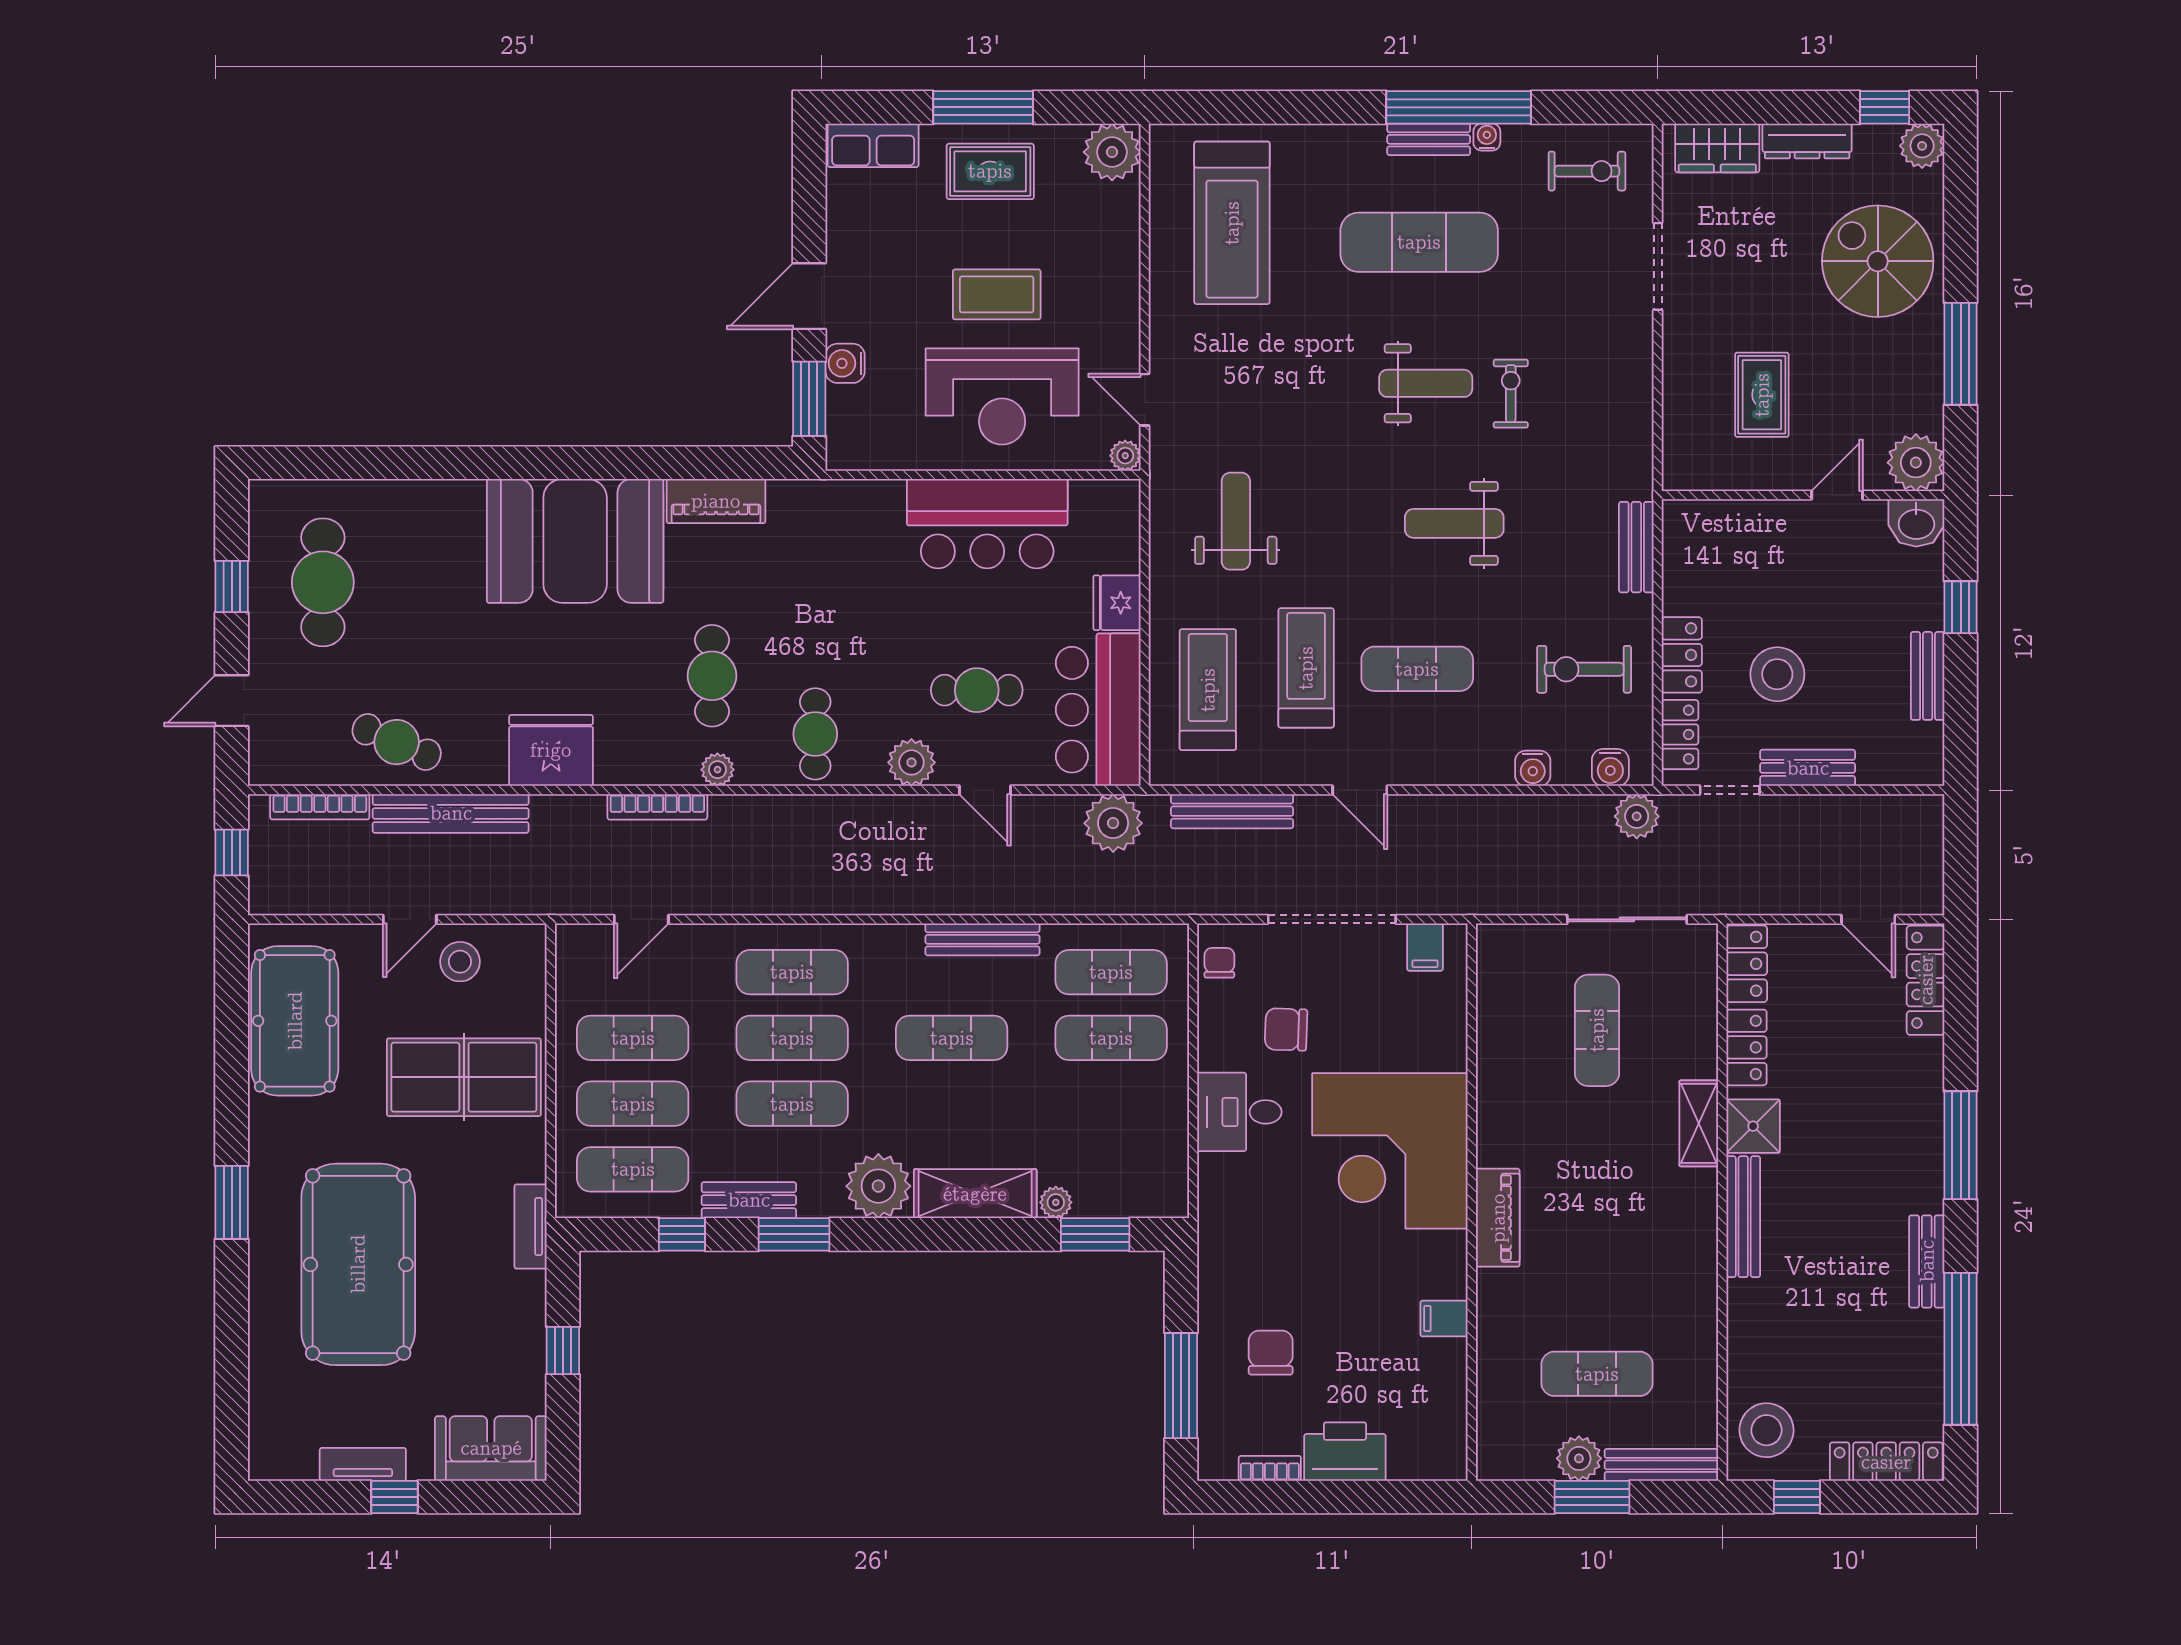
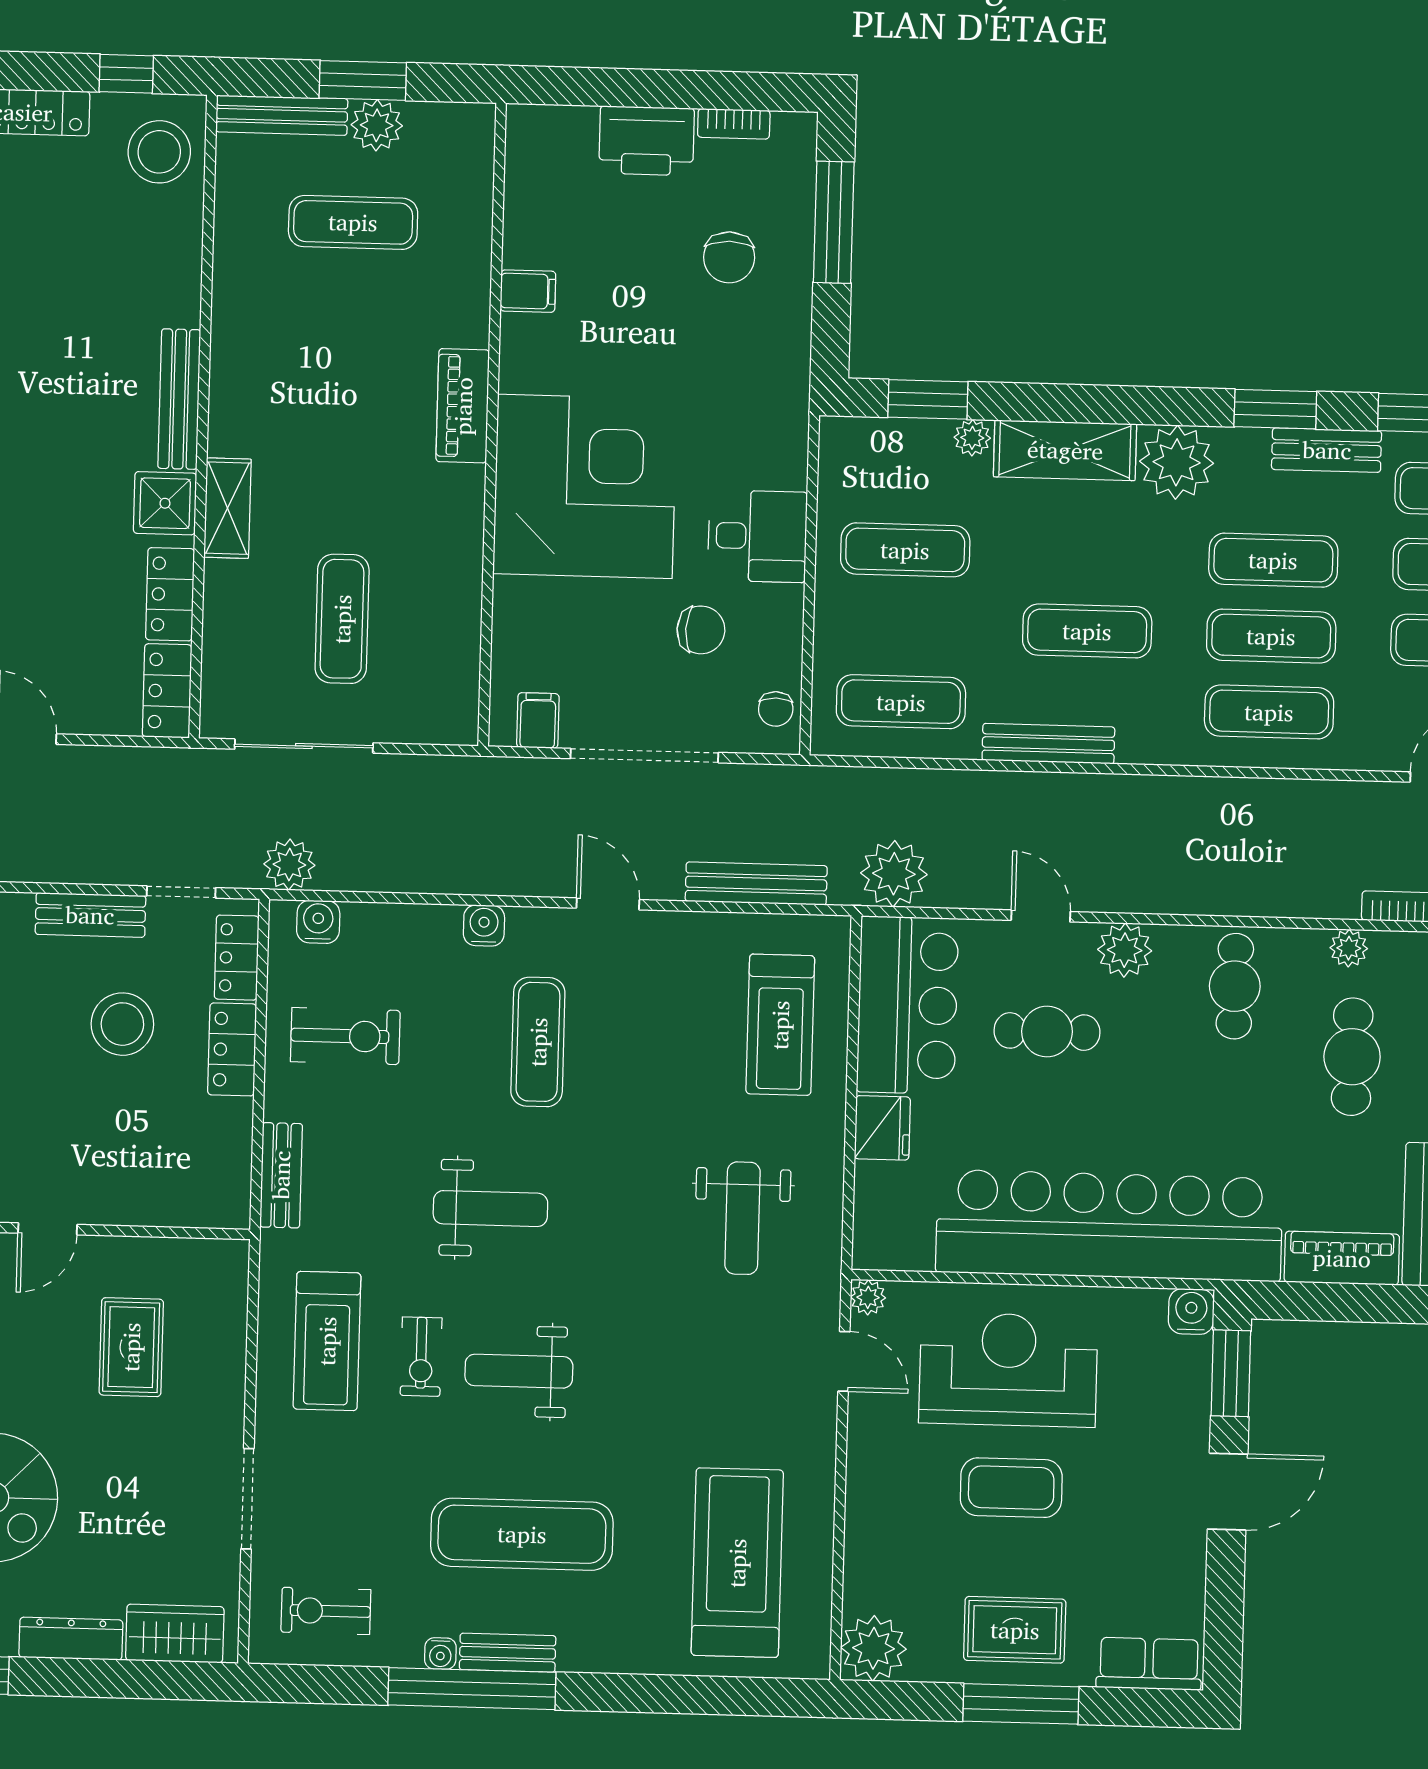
water cooler: (845, 363) -> (1191, 1311), moved, turned -90
bar counter: (987, 524) -> (1109, 1226), width x1.86
treadmill: (1306, 668) -> (327, 1341), moved
exercise mat: (1417, 669) -> (538, 1042), turned 90
water cooler: (1533, 768) -> (484, 925), moved
exercise mat: (1111, 1038) -> (905, 550), moved

